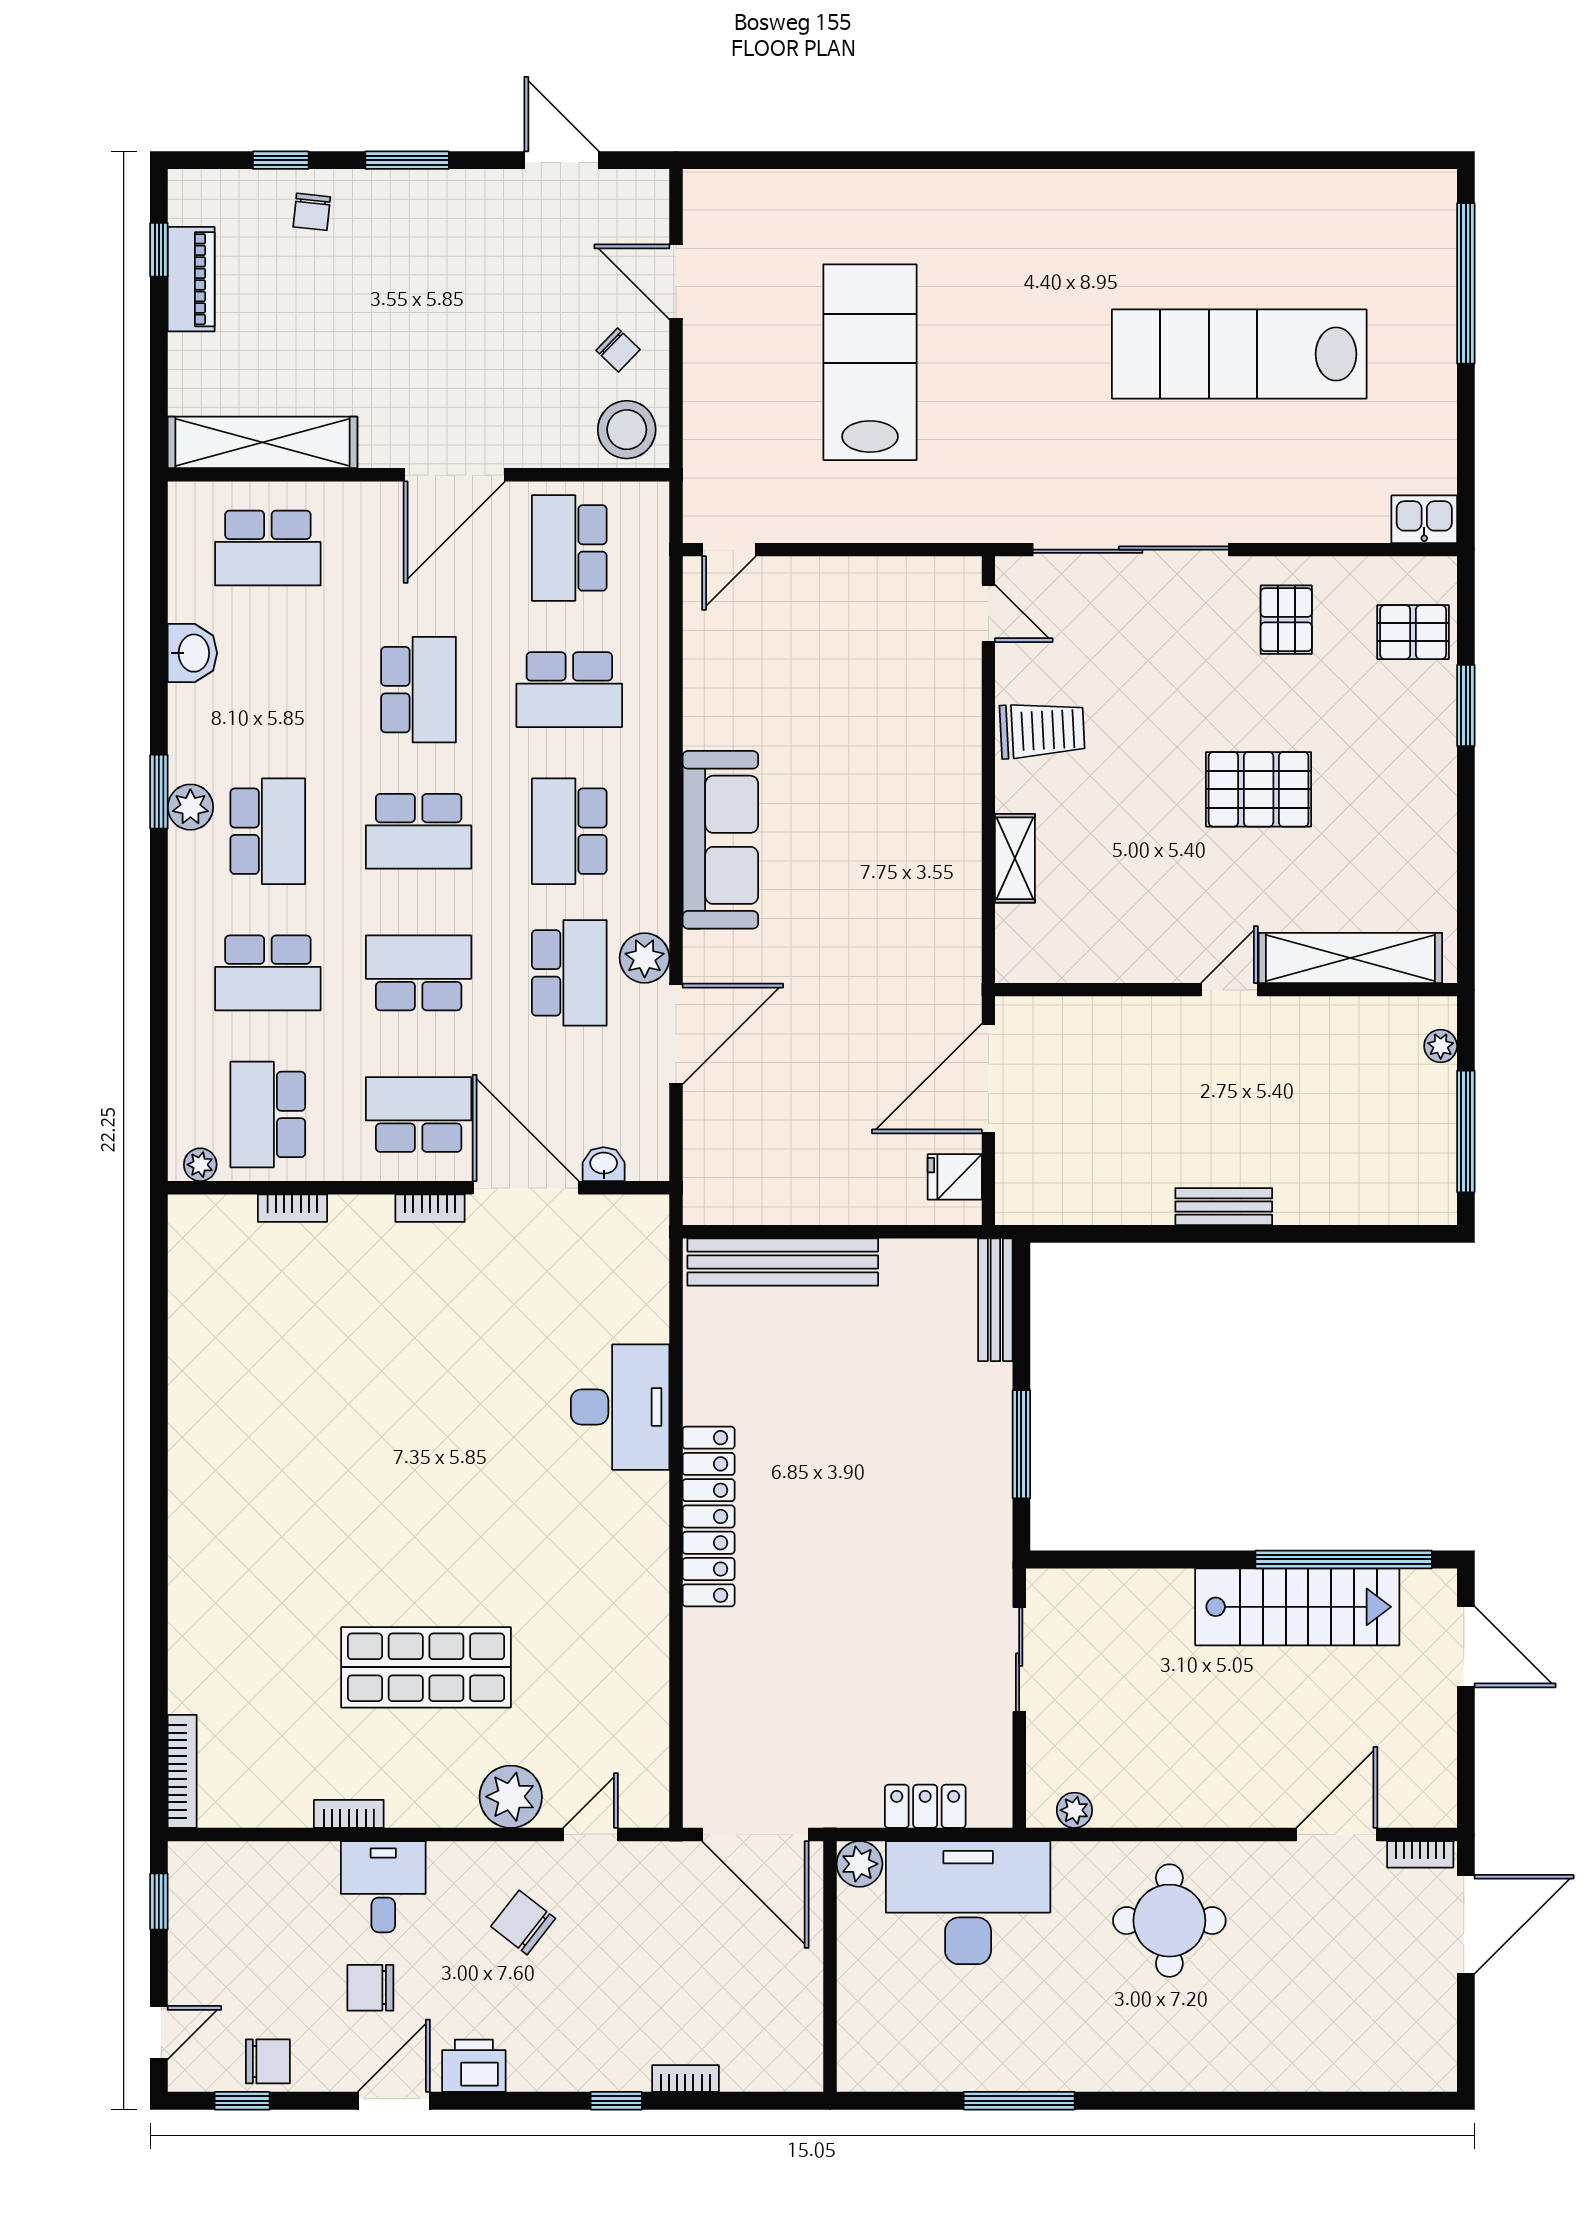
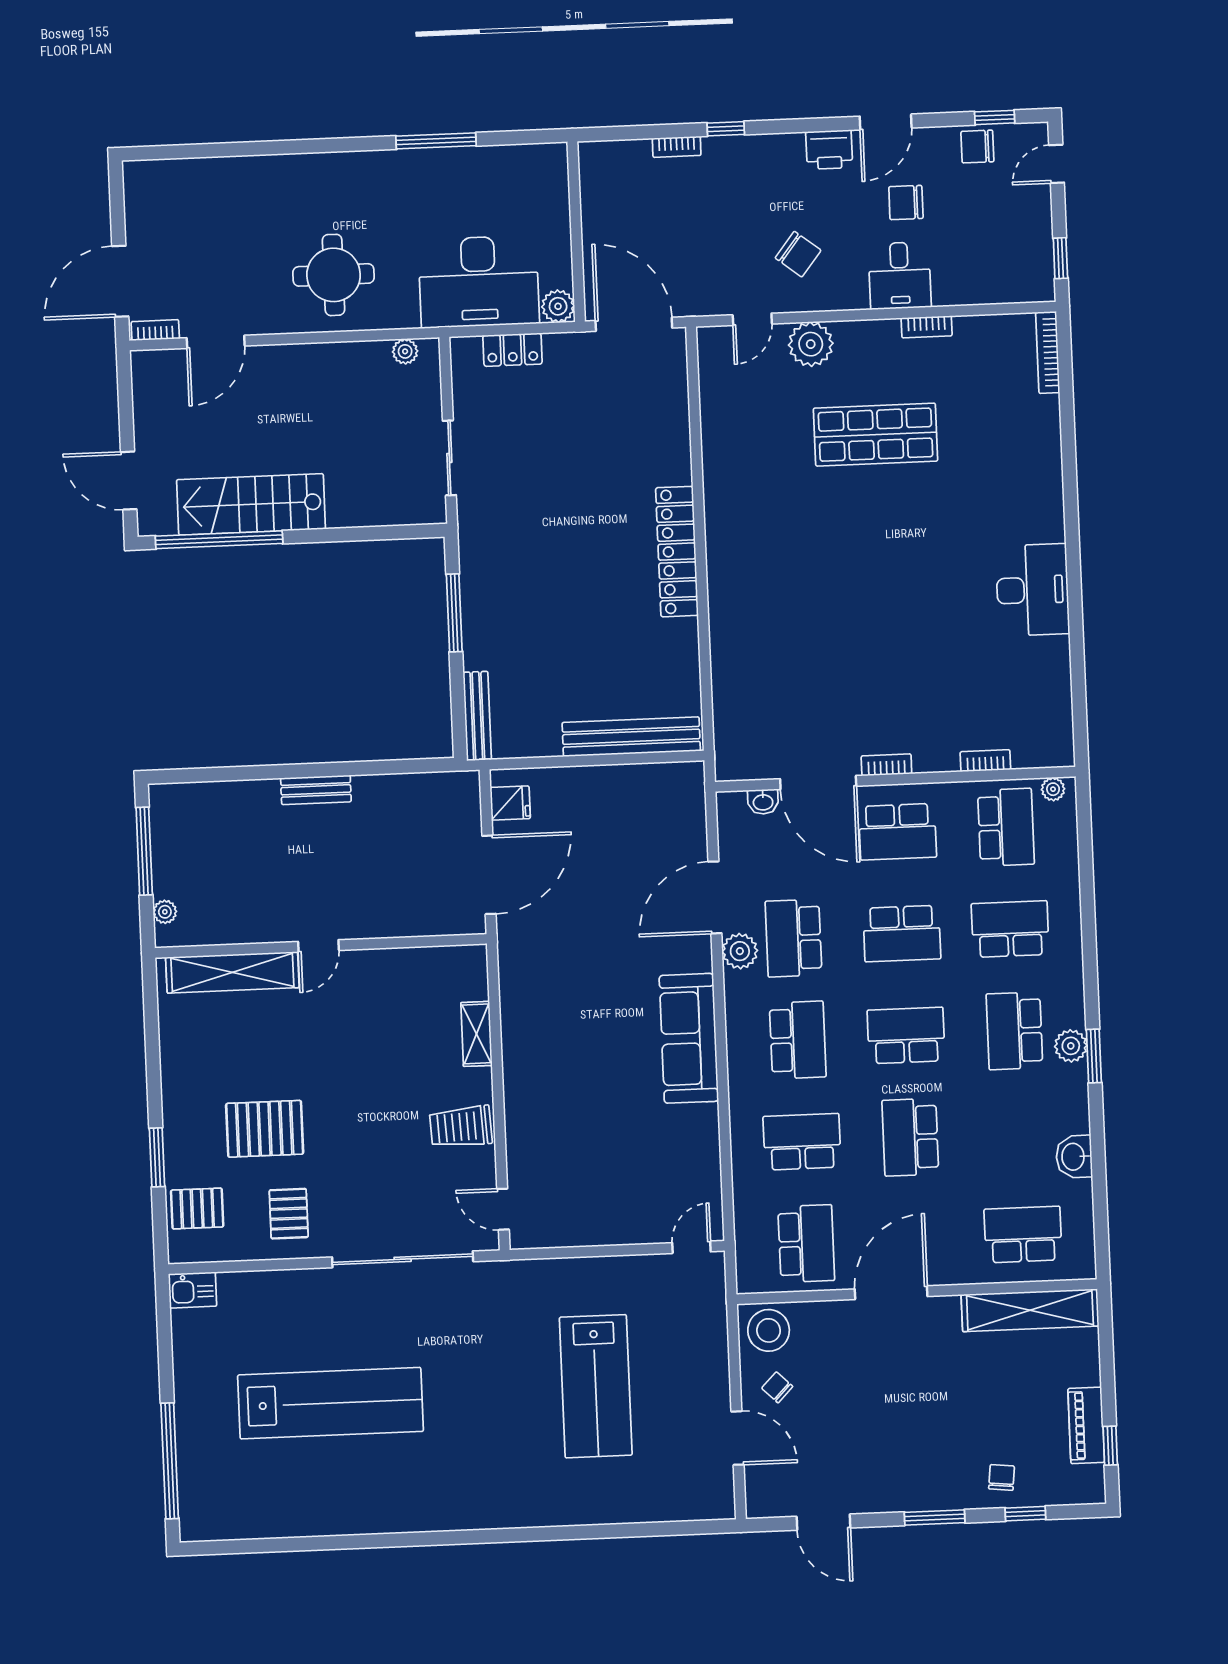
pallet: (1259, 789) -> (265, 1129), moved
desk: (620, 1407) -> (1033, 590), moved, turned 180
chair: (370, 1988) -> (906, 203), turned 180

